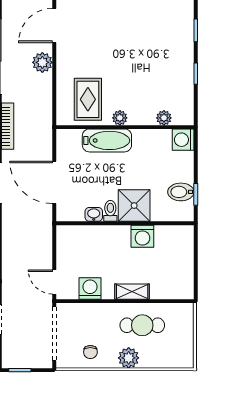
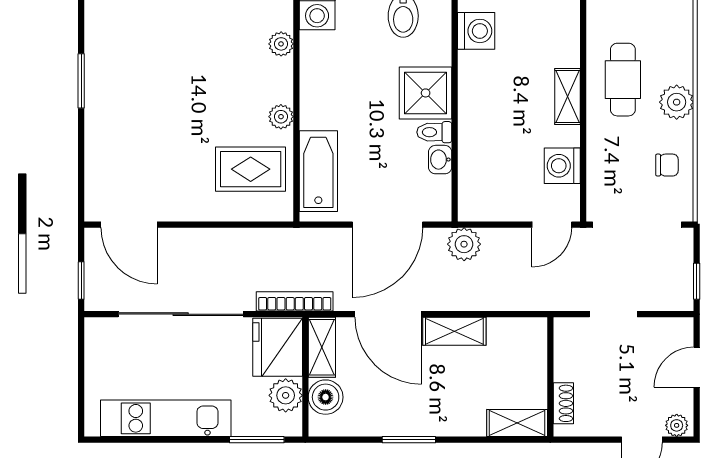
plant: (42, 62) -> (464, 244), moved
bathtub: (107, 140) -> (318, 171), moved
washing machine: (142, 236) -> (476, 31), moved

